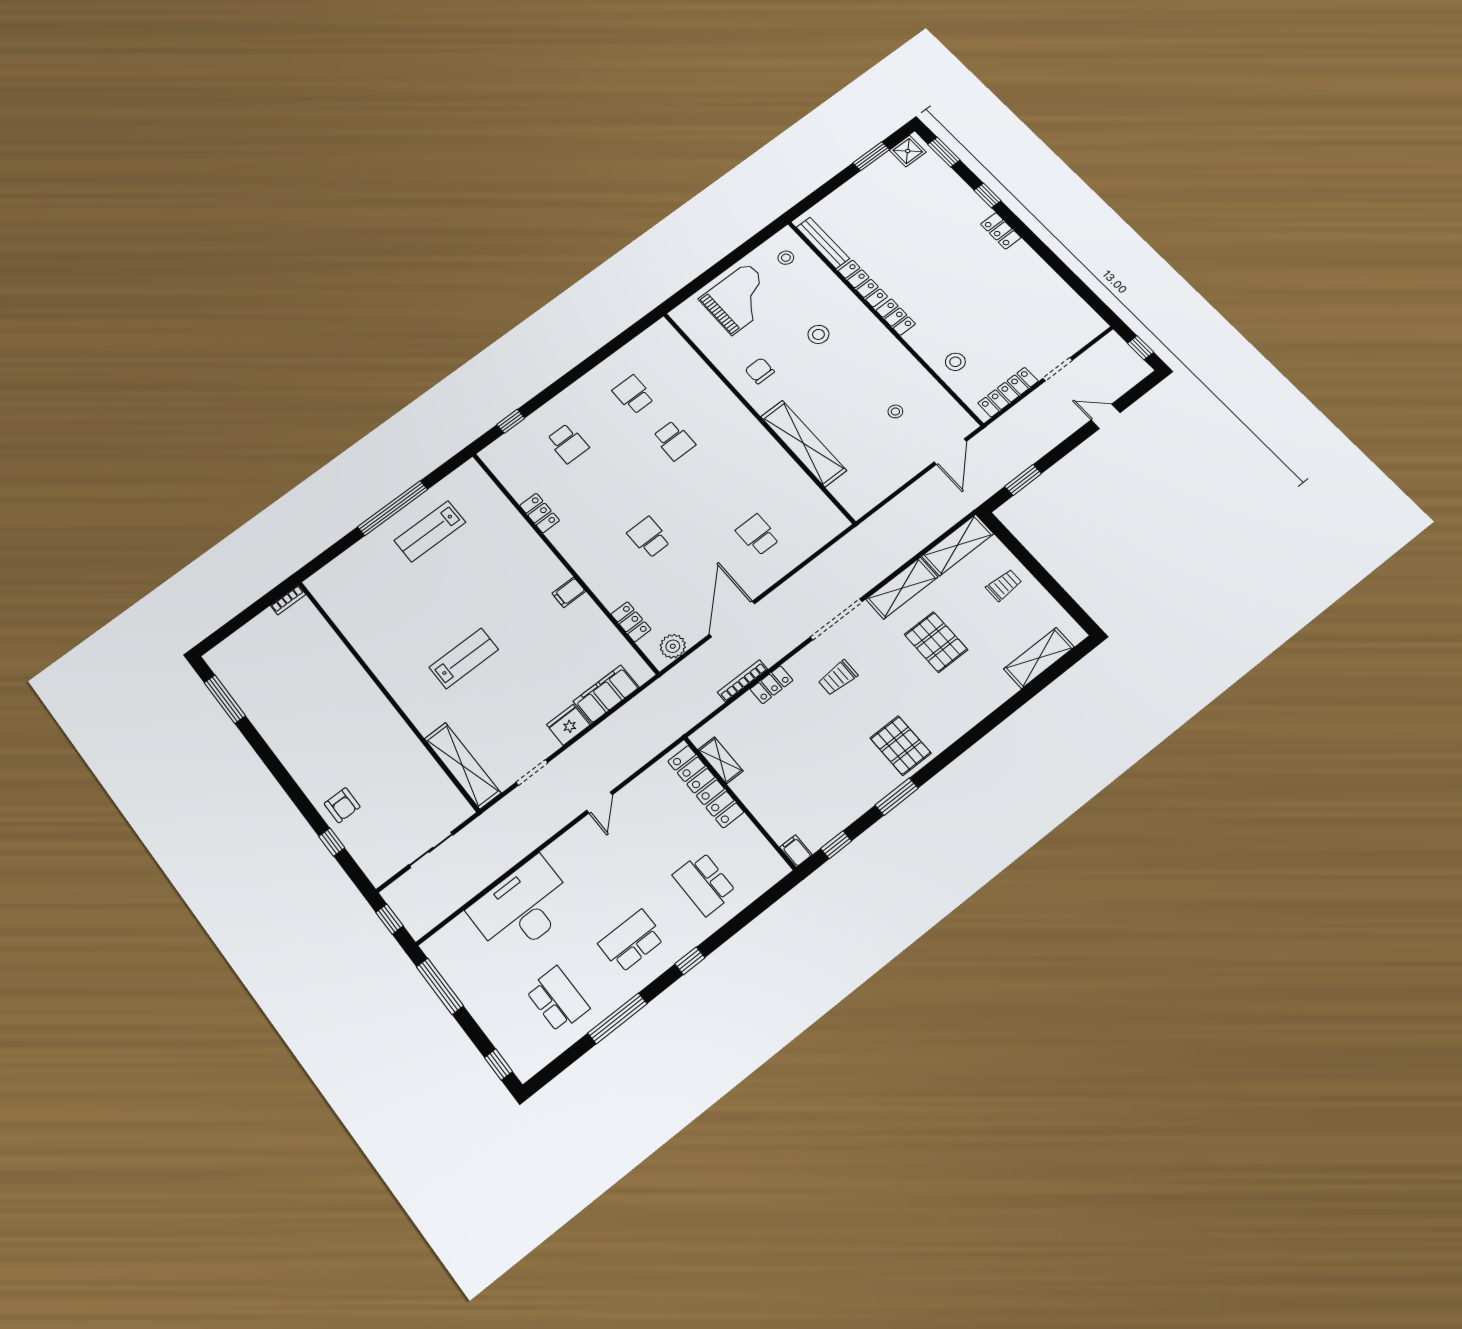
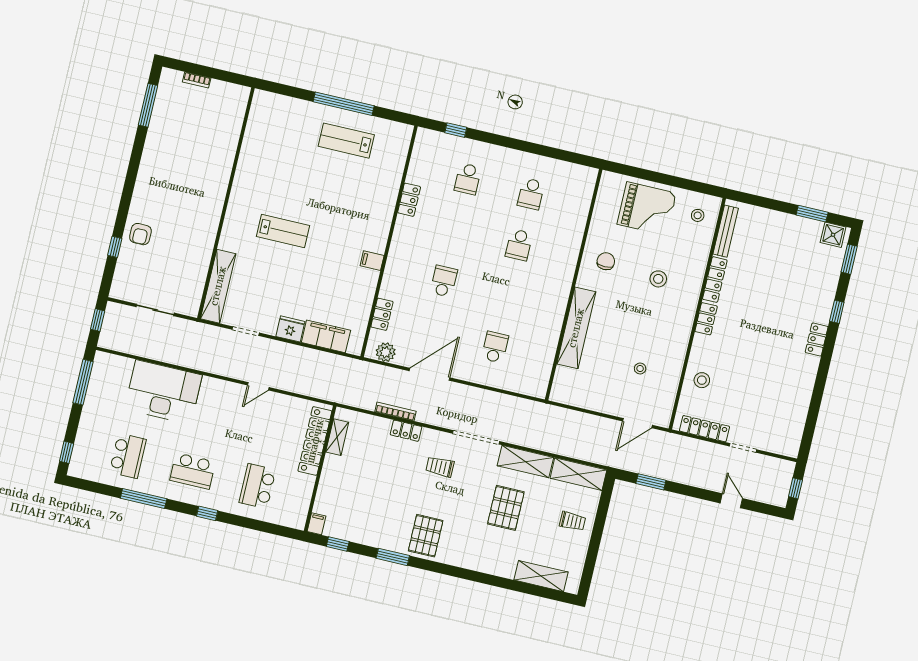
school desk: (633, 395) -> (531, 194), turned 180
bookcase: (288, 600) -> (197, 80), moved
school desk: (631, 941) -> (193, 471), turned 180

